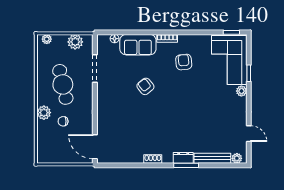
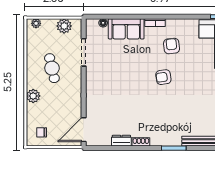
cafe table: (63, 84) -> (52, 68), width x0.73, depth x0.74
armchair: (145, 86) -> (163, 77), moved, turned -59
chair: (63, 121) -> (42, 132), moved
door: (95, 147) -> (84, 130), hinge flipped
dresser: (183, 158) -> (121, 141), moved

